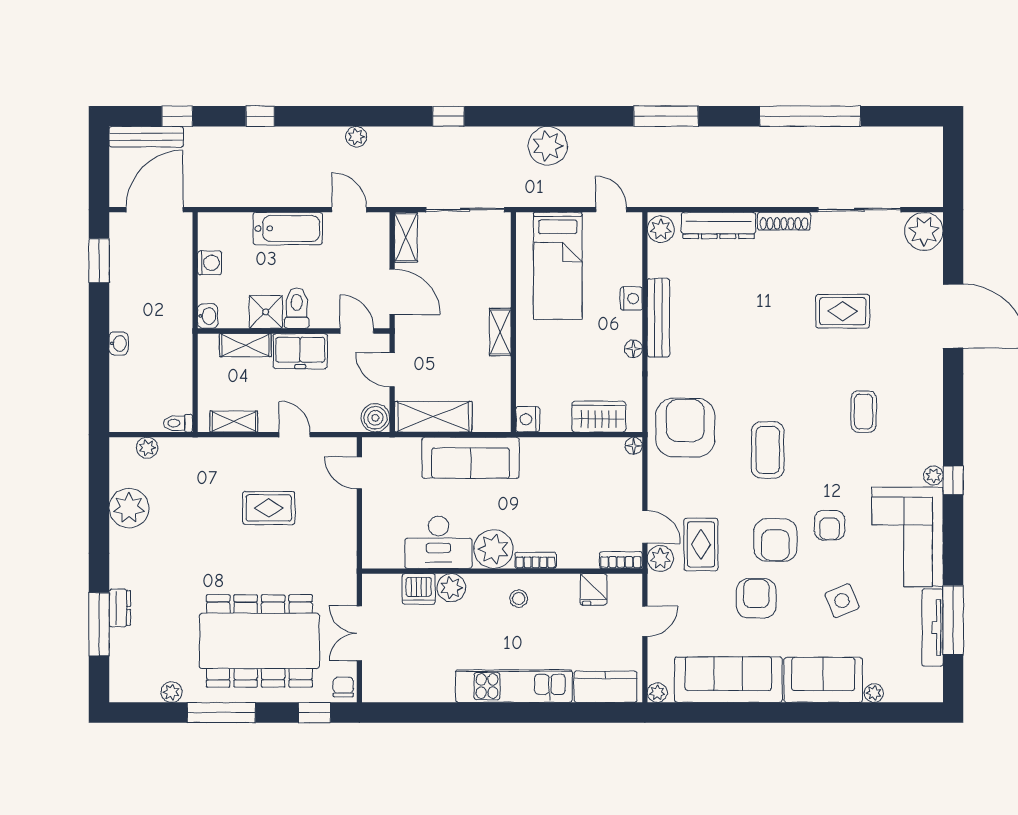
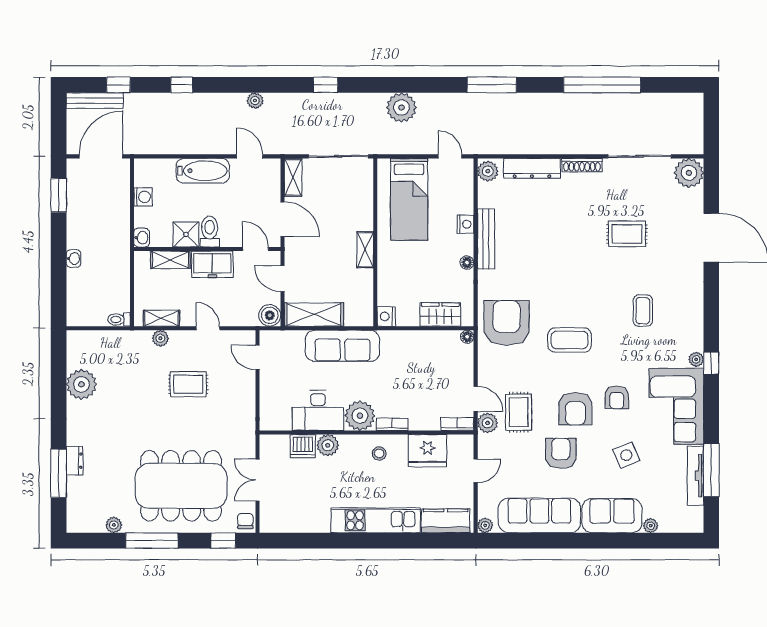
plant: (147, 448) -> (160, 338), moved
coffee table: (768, 450) -> (570, 340), turned 90
fridge: (594, 589) -> (427, 451), width x1.88, depth x1.34

